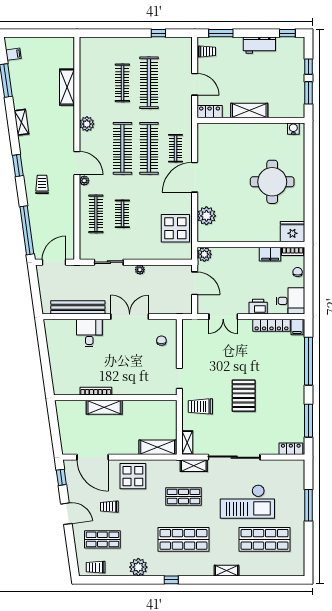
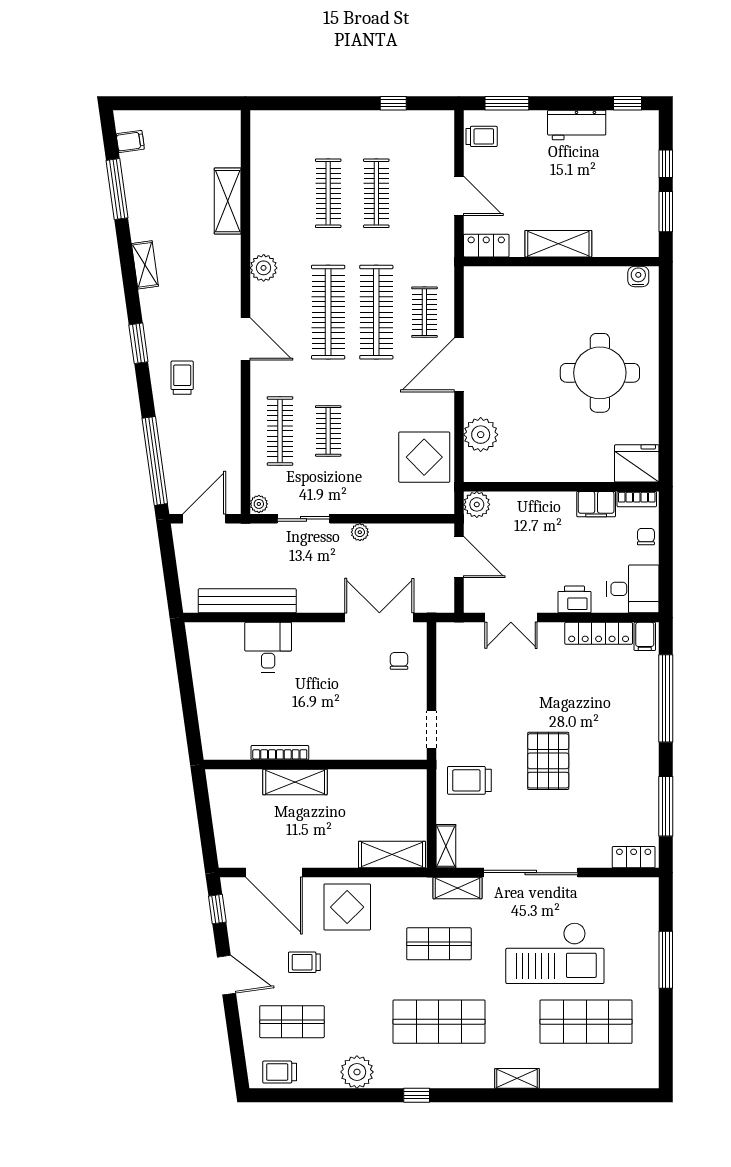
clothes rail: (149, 83) -> (376, 193), width x0.73, depth x0.76
plant: (84, 181) -> (259, 504), moved
double door: (130, 317) -> (379, 618), moved

